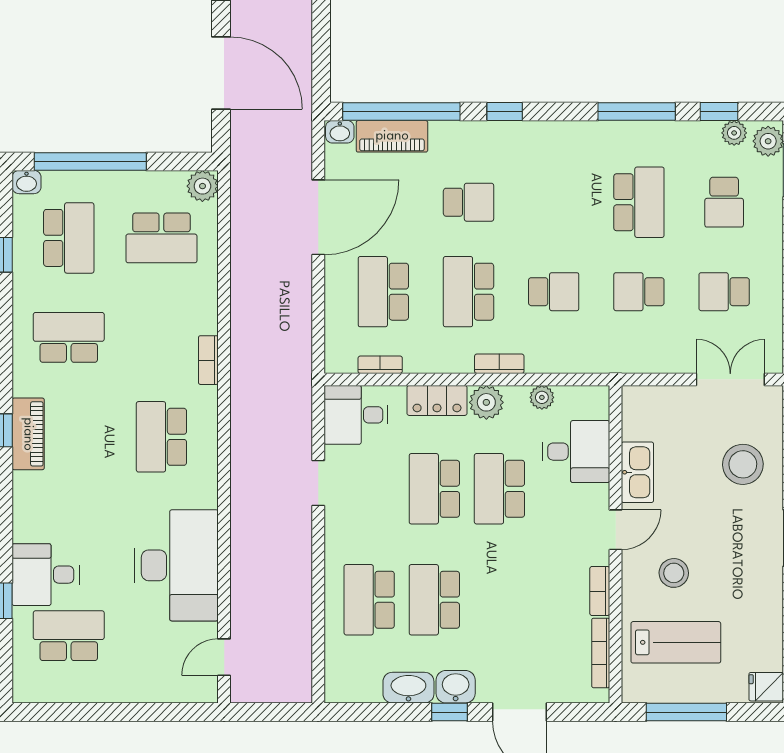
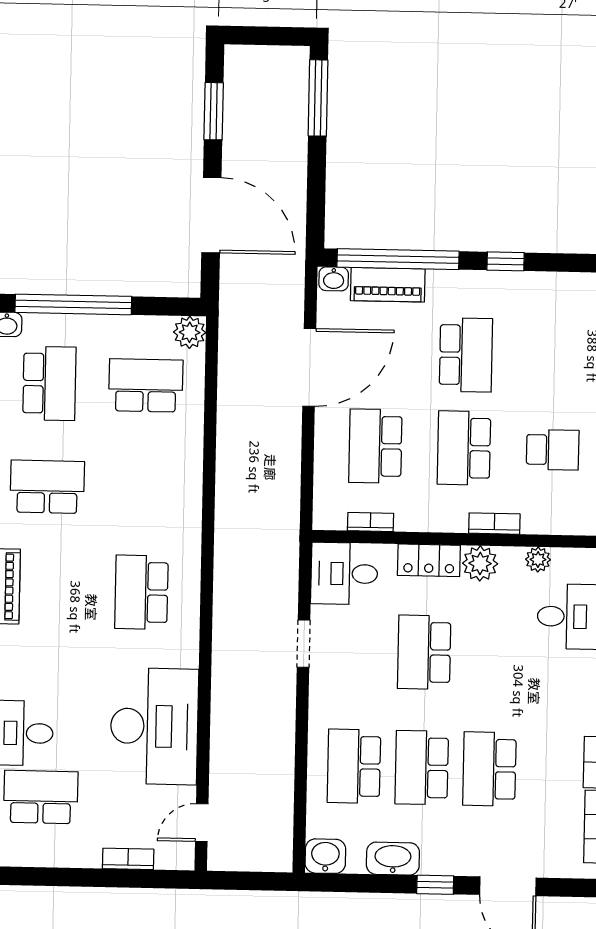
school desk: (468, 202) -> (466, 355), width x1.85
school desk: (161, 238) -> (146, 385), turned 180
bookcase: (208, 360) -> (128, 859), moved, turned 90
school desk: (499, 489) -> (489, 769), moved
washbasin: (456, 687) -> (325, 856), moved

